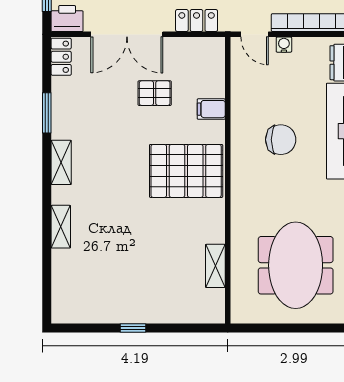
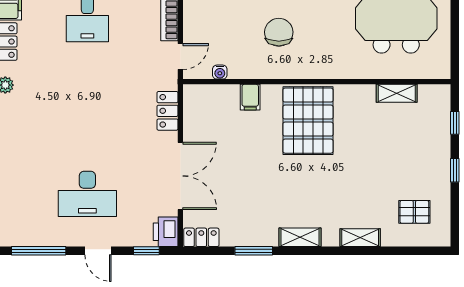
water cooler: (284, 45) -> (220, 72), moved, turned -90
pallet: (155, 93) -> (414, 212), moved, turned 90
window: (184, 328) -> (455, 123), added

